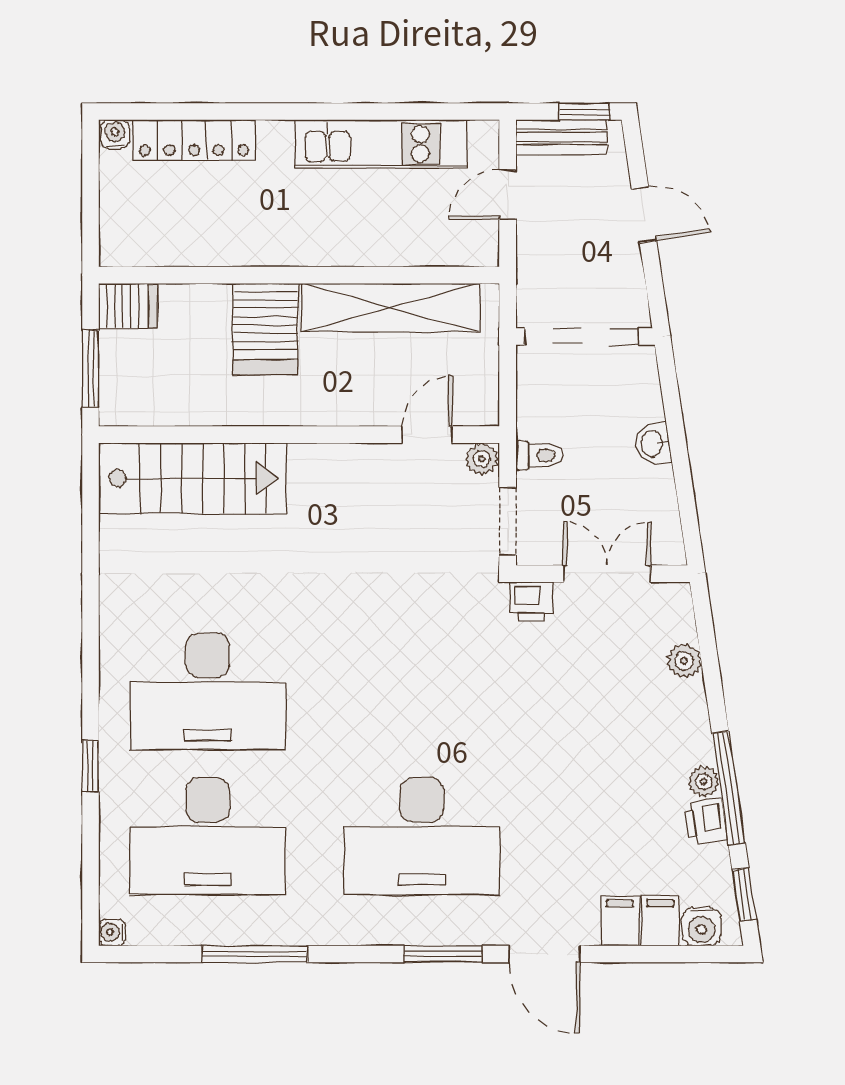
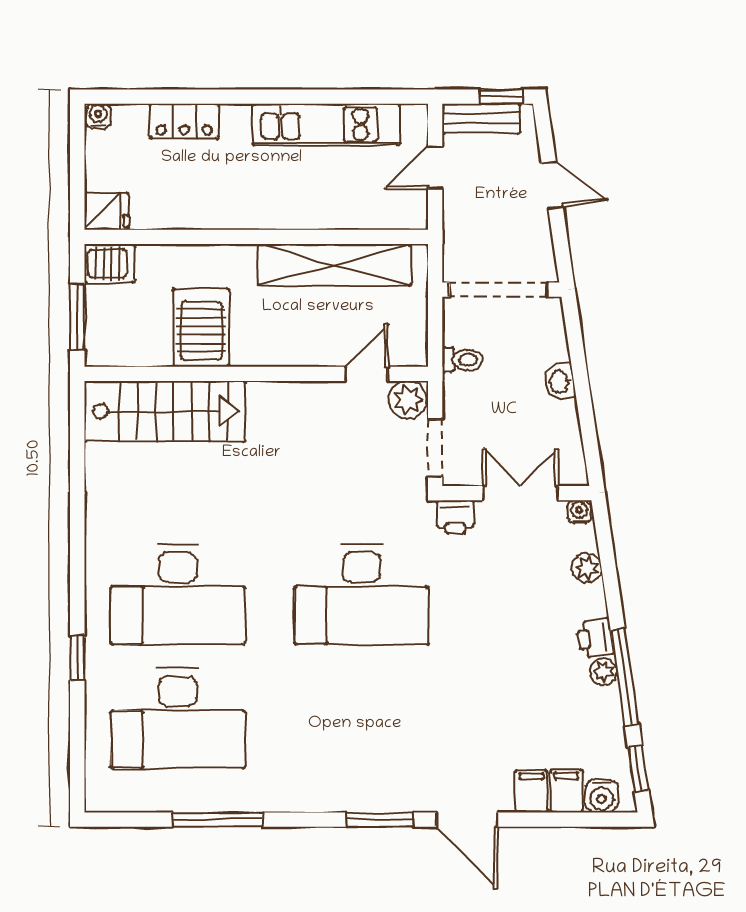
locker: (194, 140) -> (184, 121), width x0.66
fridge: (125, 245) -> (107, 211), added
server rack: (265, 329) -> (201, 328), moved, turned 180
toilet: (539, 455) -> (462, 360), moved
plant: (482, 459) -> (408, 400), width x1.38, depth x1.38
printer: (706, 822) -> (595, 638), moved
desk: (422, 836) -> (362, 594), moved
water cooler: (112, 932) -> (579, 512), moved, turned 90

